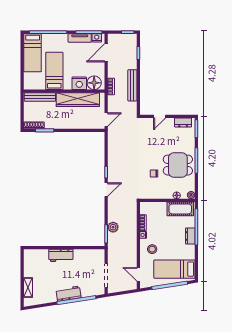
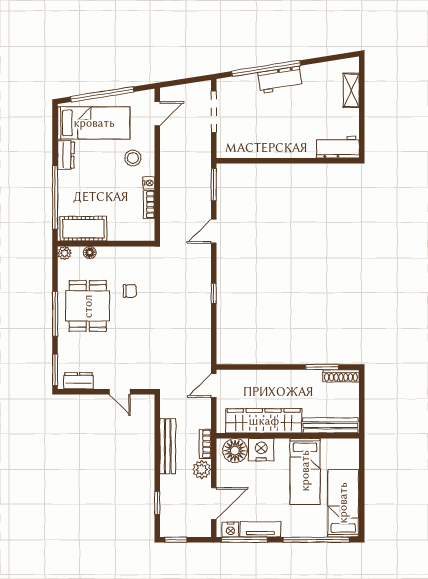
door: (160, 116) -> (120, 392), swing flipped
dining table: (178, 165) -> (88, 306), turned 90
door: (106, 190) -> (214, 231), moved
plant: (113, 227) -> (202, 469), moved
dresser: (190, 236) -> (66, 155), moved
workbench: (61, 255) -> (338, 147), moved
door: (138, 274) -> (157, 114), hinge flipped

